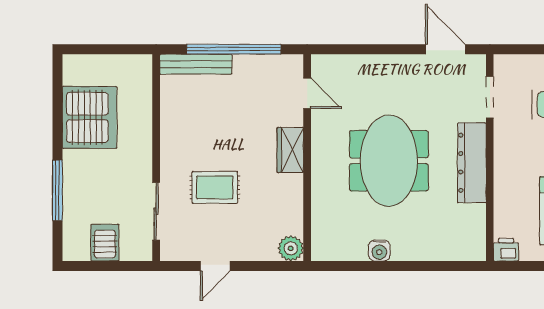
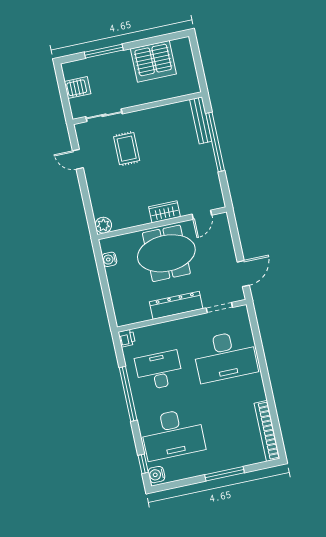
door: (307, 93) -> (202, 215), moved
wardrobe: (290, 150) -> (165, 212), moved
wall: (307, 158) -> (162, 223), moved
plant: (291, 248) -> (103, 225), moved

